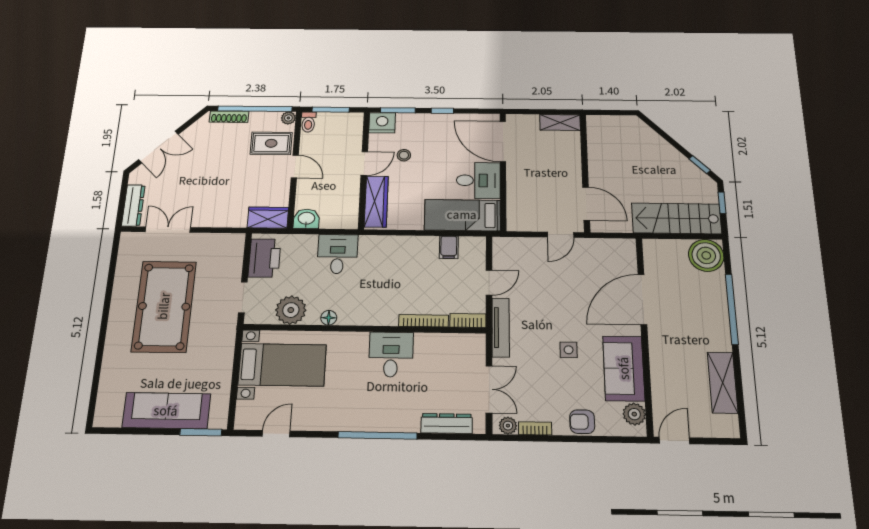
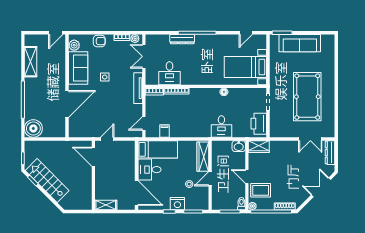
nightstand: (382, 123) -> (177, 204), moved
stairs: (676, 218) -> (47, 181), moved, turned -135
door: (489, 283) -> (144, 123), moved
plant: (291, 310) -> (243, 96), removed
desk: (391, 354) -> (169, 73), moved
dresser: (447, 423) -> (182, 39), moved

